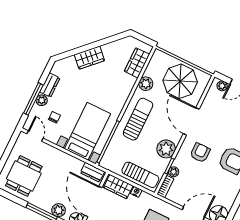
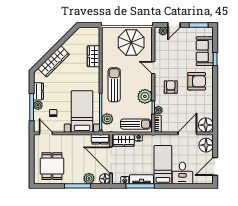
wardrobe: (89, 58) -> (54, 61), width x1.50
wardrobe: (137, 63) -> (93, 56), moved
plant: (146, 84) -> (107, 119), moved
door: (191, 121) -> (153, 68), width x0.53

